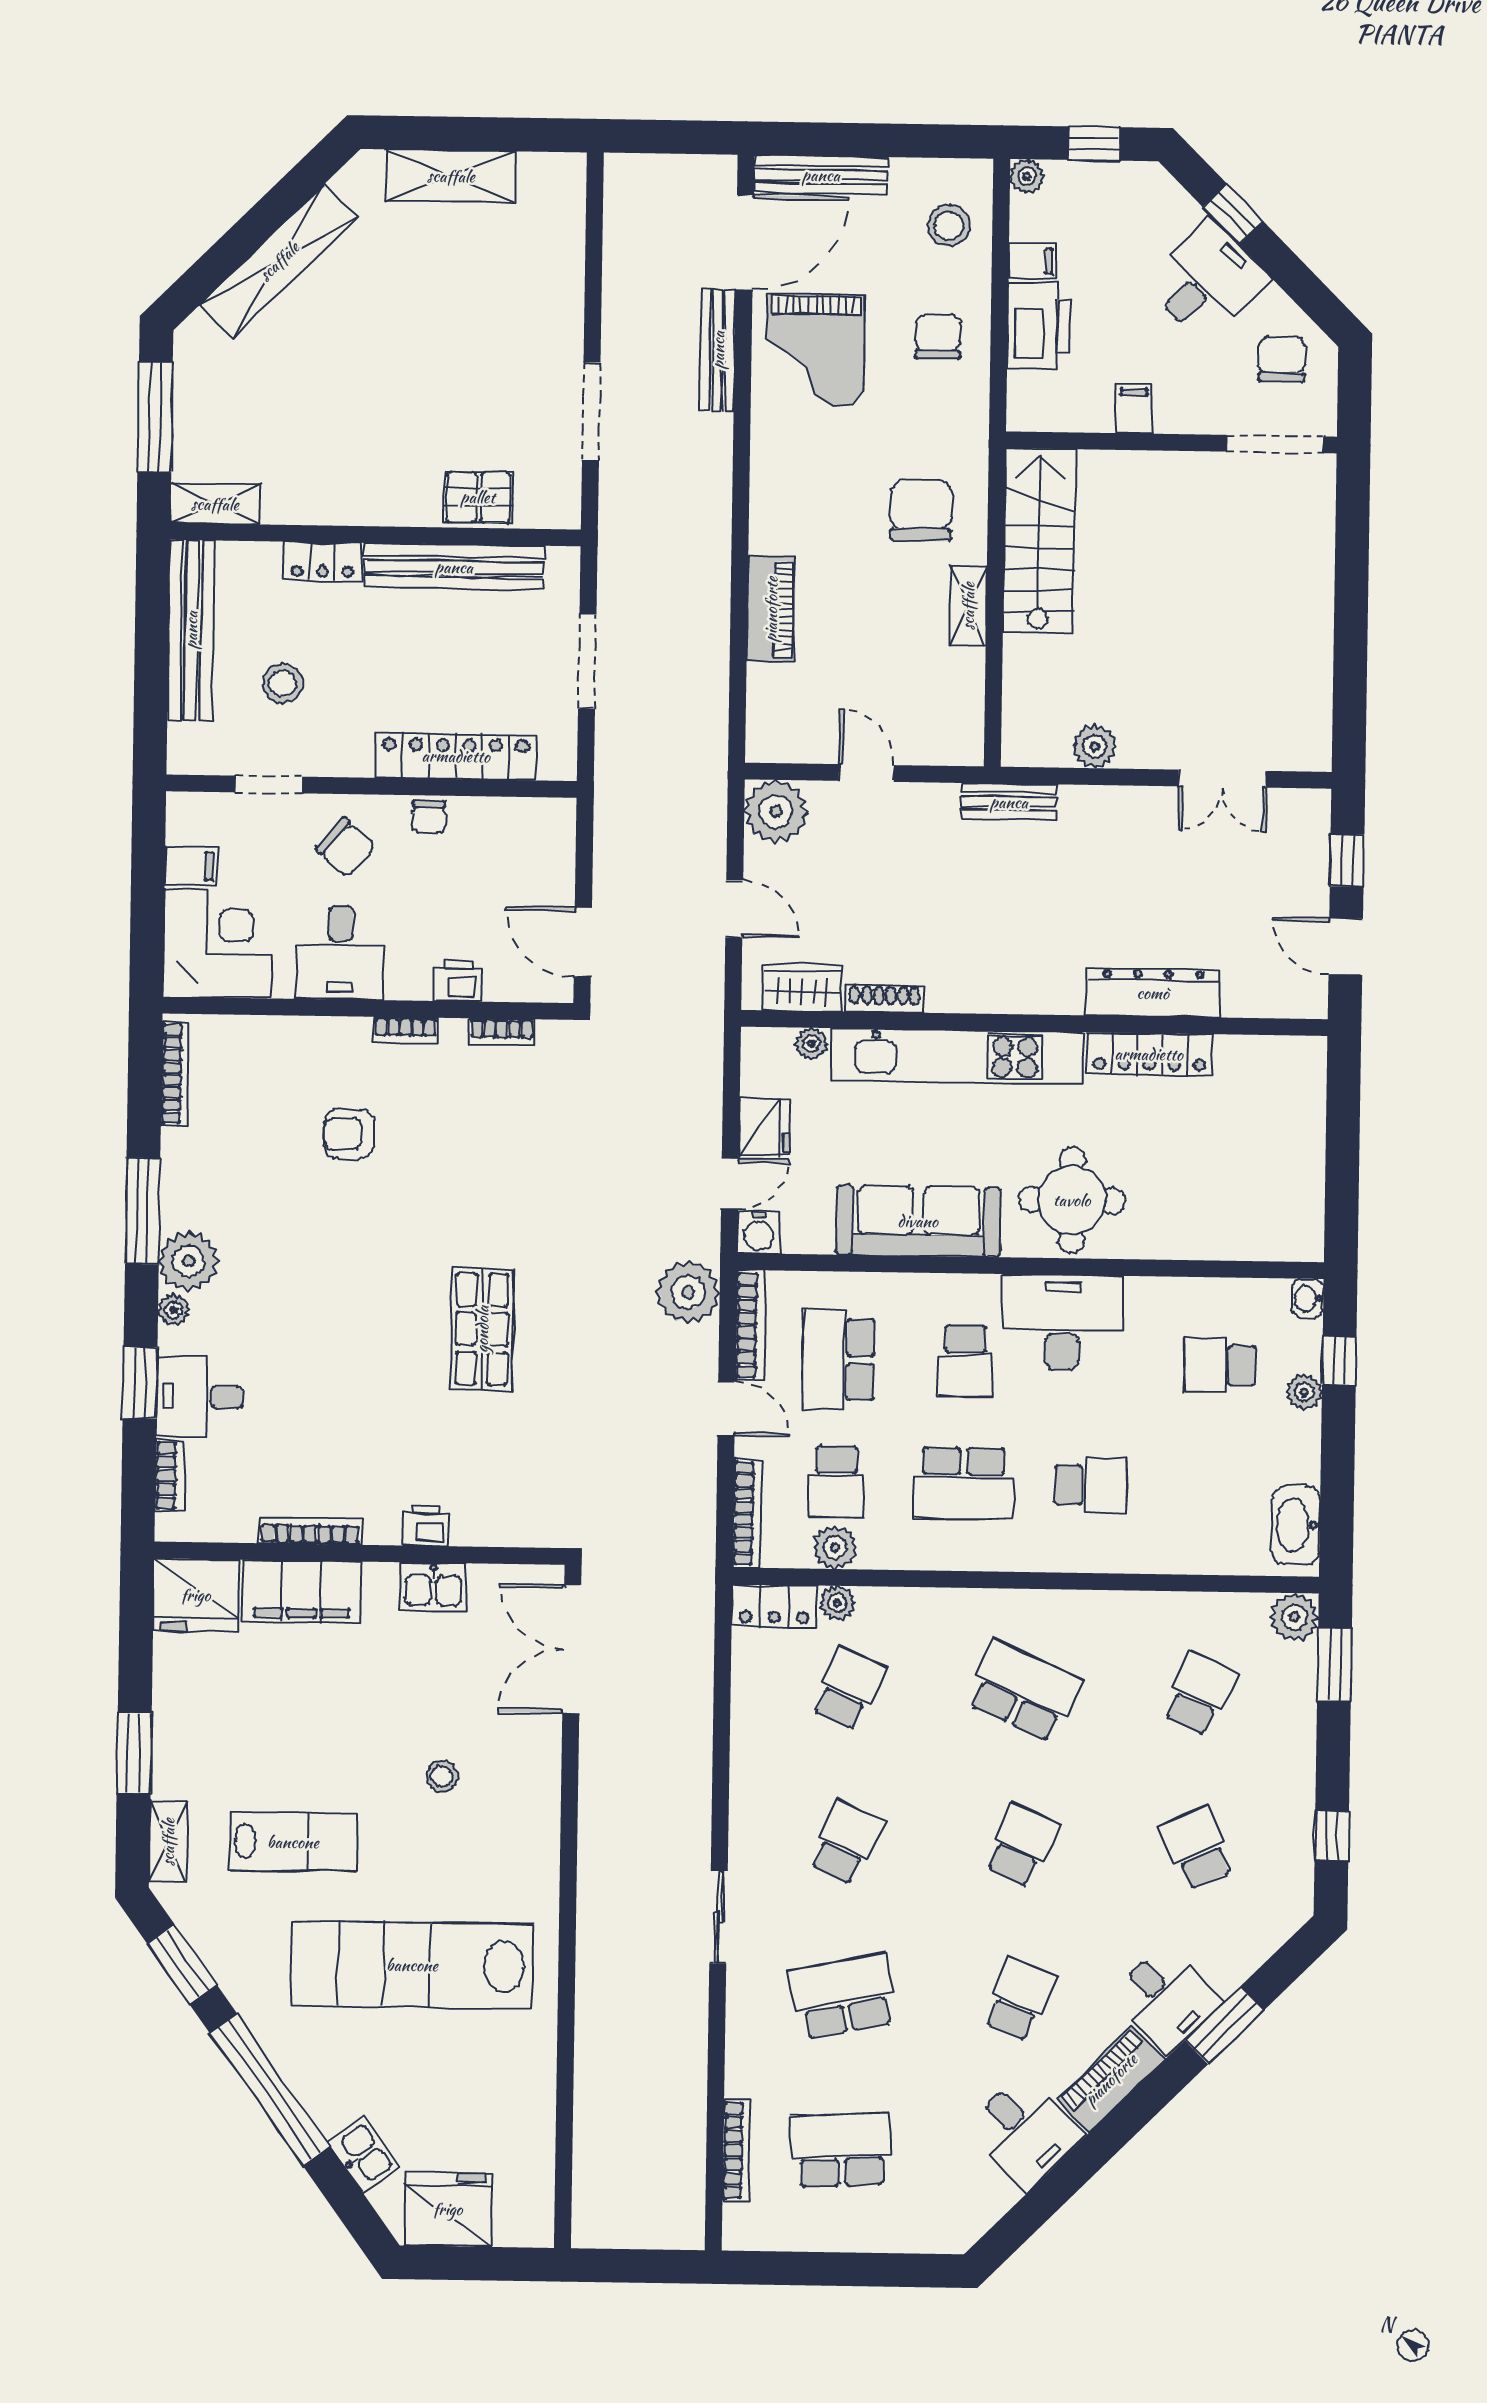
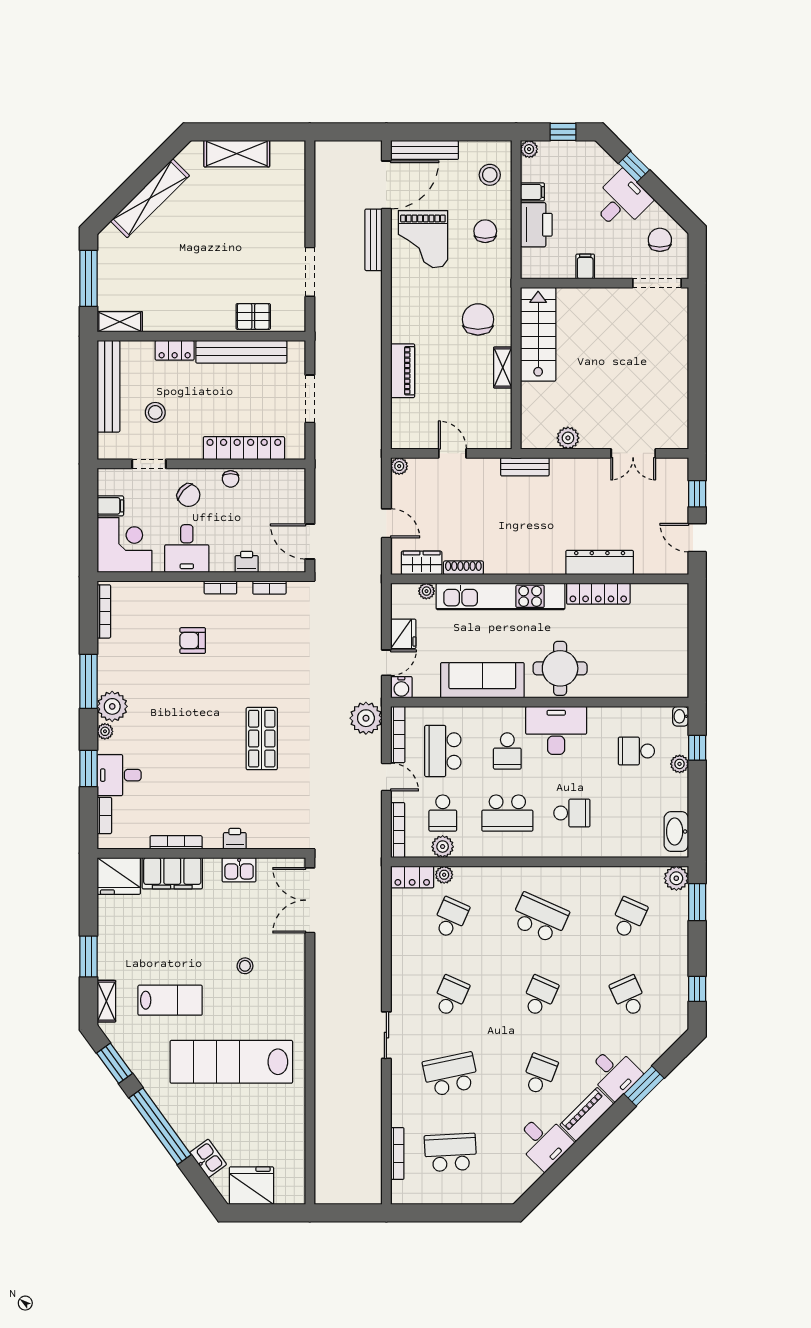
plant: (776, 812) -> (399, 466), width x0.53, depth x0.53

